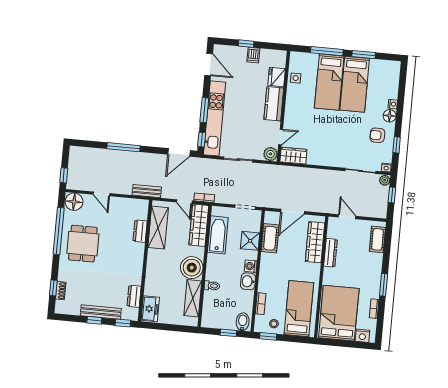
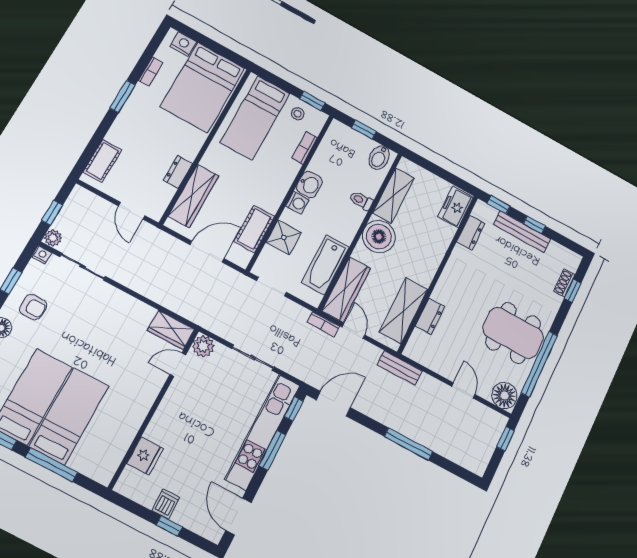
side table: (296, 78) -> (117, 443), removed
kitchen counter: (274, 104) -> (167, 418), removed
dining table: (83, 244) -> (513, 333), width x1.38
dresser: (331, 253) -> (178, 172), width x0.70
bidet: (243, 322) -> (379, 158), moved

